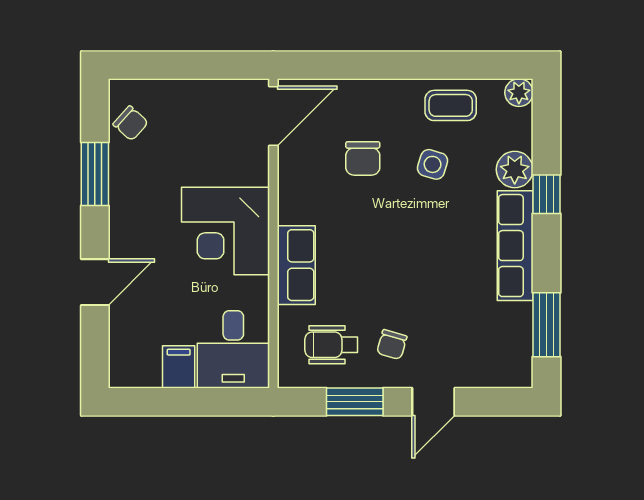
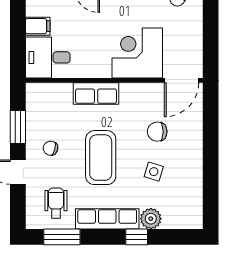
plant: (519, 93) -> (195, 221), removed
coffee table: (451, 105) -> (101, 158), moved, width x1.86, depth x1.72
door: (273, 116) -> (181, 80), hinge flipped
corner desk: (225, 231) -> (137, 53), moved
wheelchair: (331, 345) -> (56, 203), moved

